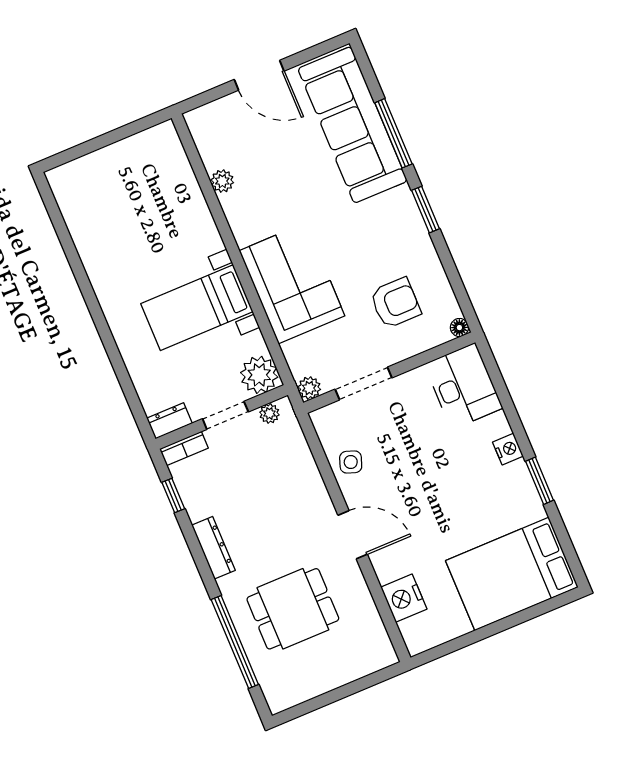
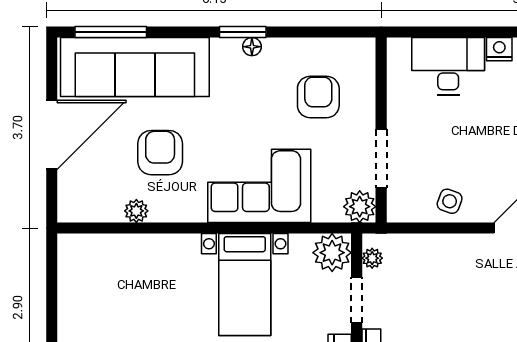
door: (259, 75) -> (52, 135), width x1.36
window: (393, 133) -> (111, 32), moved
armchair: (284, 180) -> (160, 153), added
floor lamp: (459, 328) -> (252, 47), moved
desk: (463, 386) -> (448, 66), moved
plant: (309, 388) -> (360, 207), width x1.38, depth x1.38

